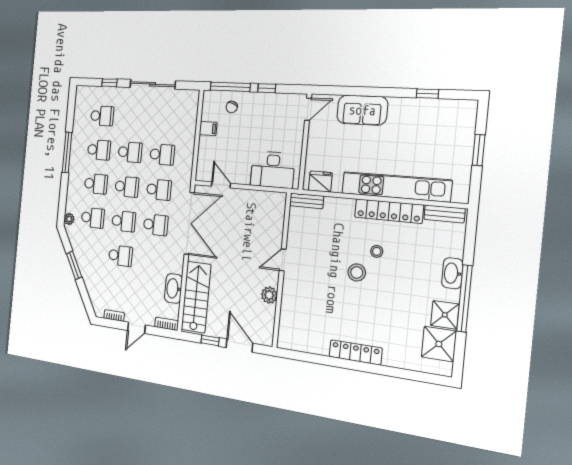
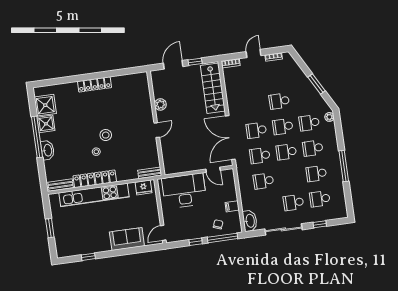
school desk: (130, 152) -> (293, 203), moved
desk: (273, 170) -> (184, 191), width x1.36, depth x1.30
washbasin: (173, 288) -> (250, 221), moved
door: (239, 346) -> (173, 65), swing flipped

